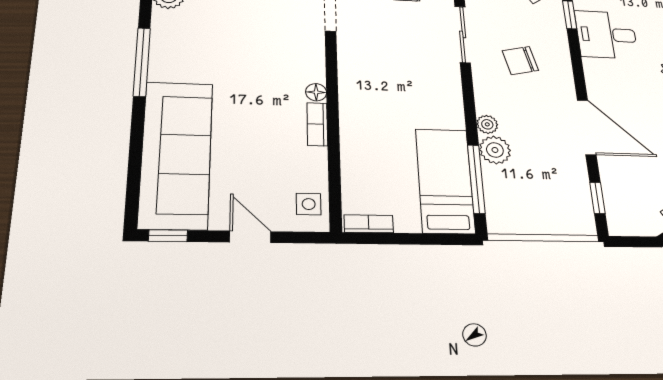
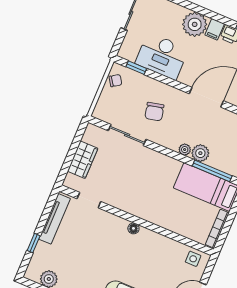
desk: (606, 35) -> (162, 56), width x1.37
bookcase: (317, 124) -> (152, 236), removed
bookcase: (369, 224) -> (217, 229), width x1.56

